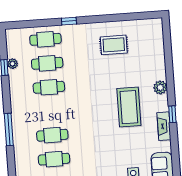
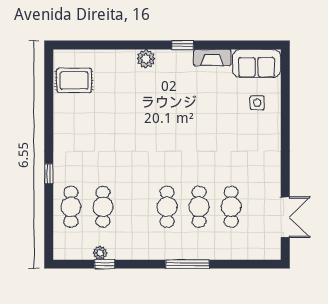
rug: (114, 45) -> (74, 80), moved, turned 90
cafe table: (49, 87) -> (167, 207), moved
coffee table: (129, 107) -> (169, 102), removed
fireplace: (164, 126) -> (212, 57), moved

